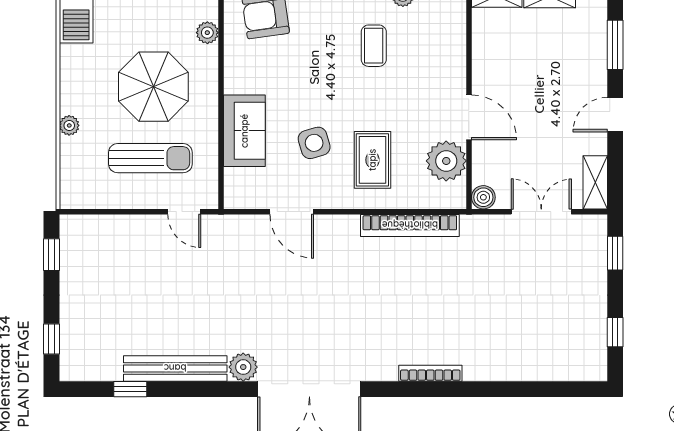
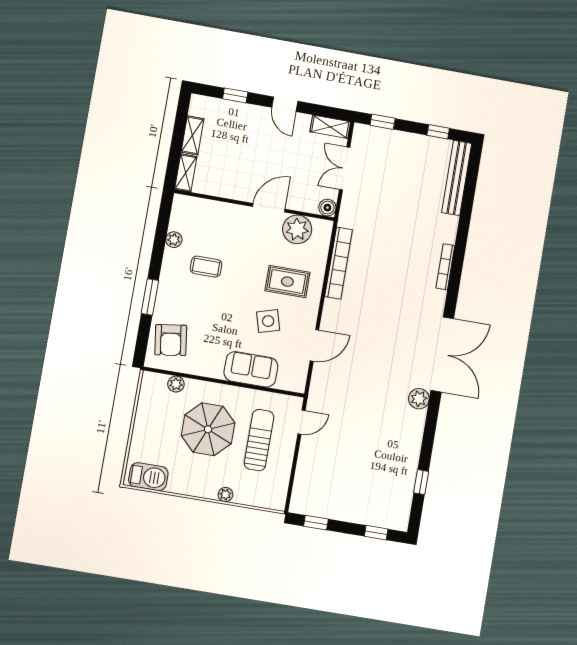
window: (615, 45) -> (235, 95), width x0.67
bench: (175, 368) -> (457, 178), moved

